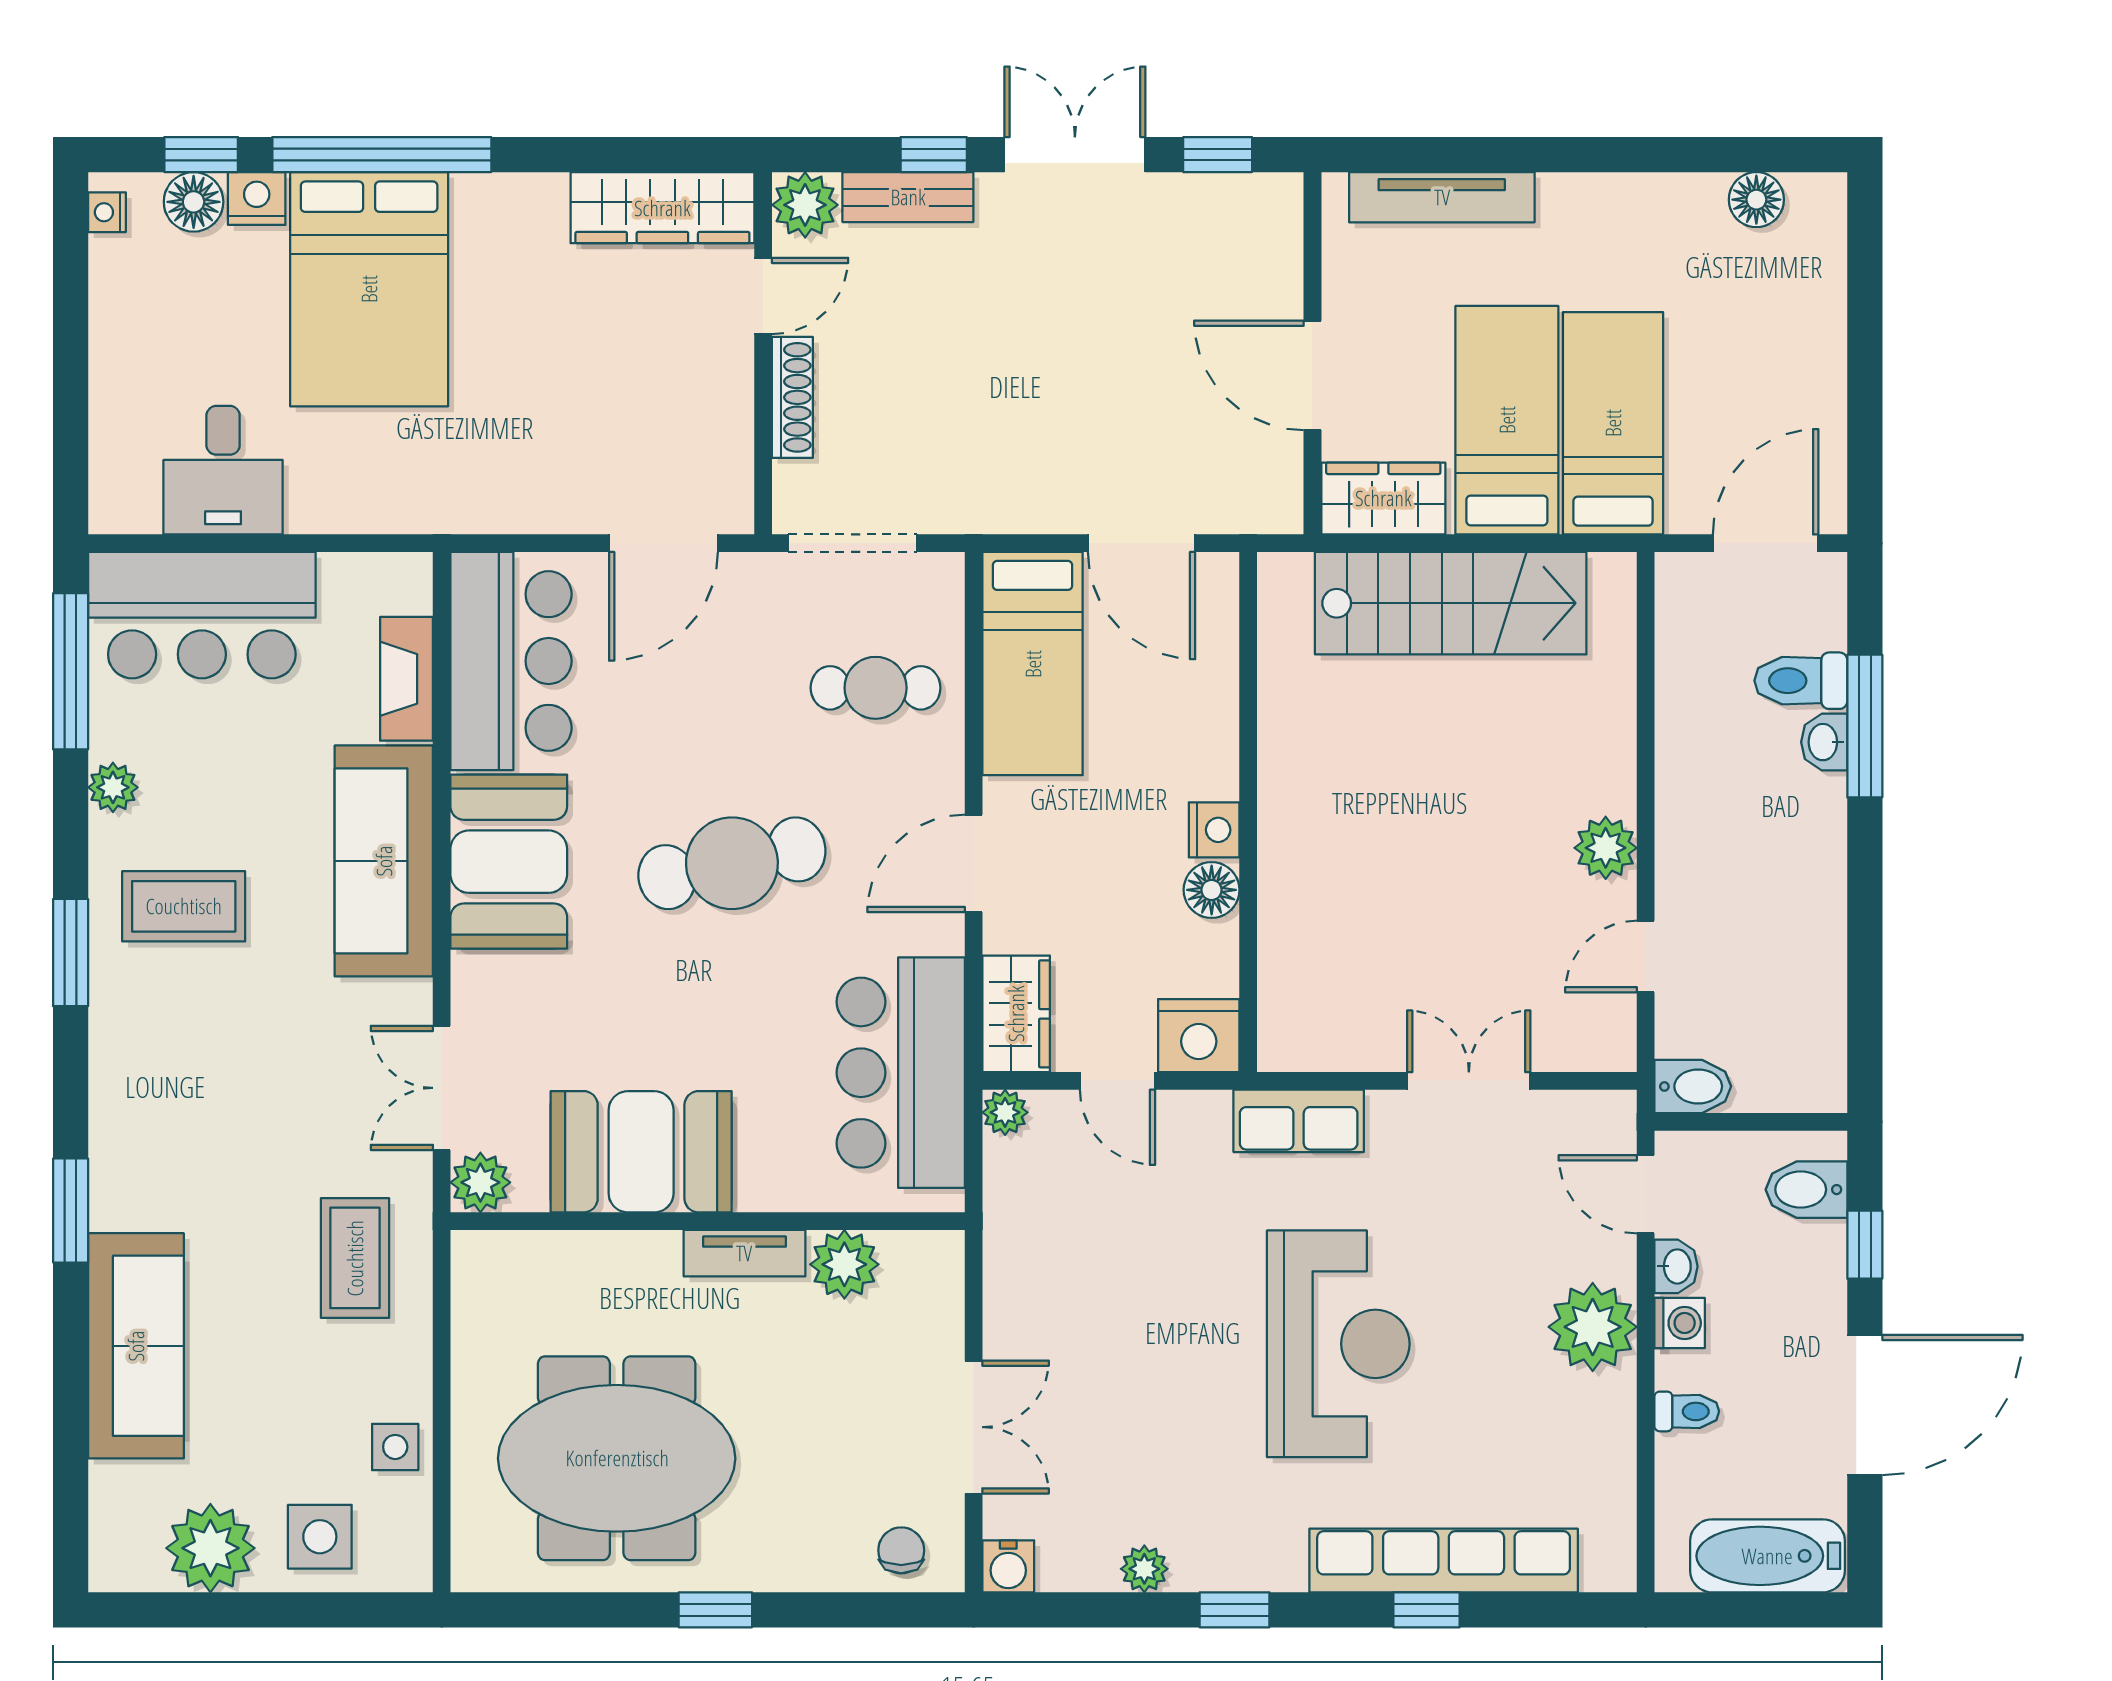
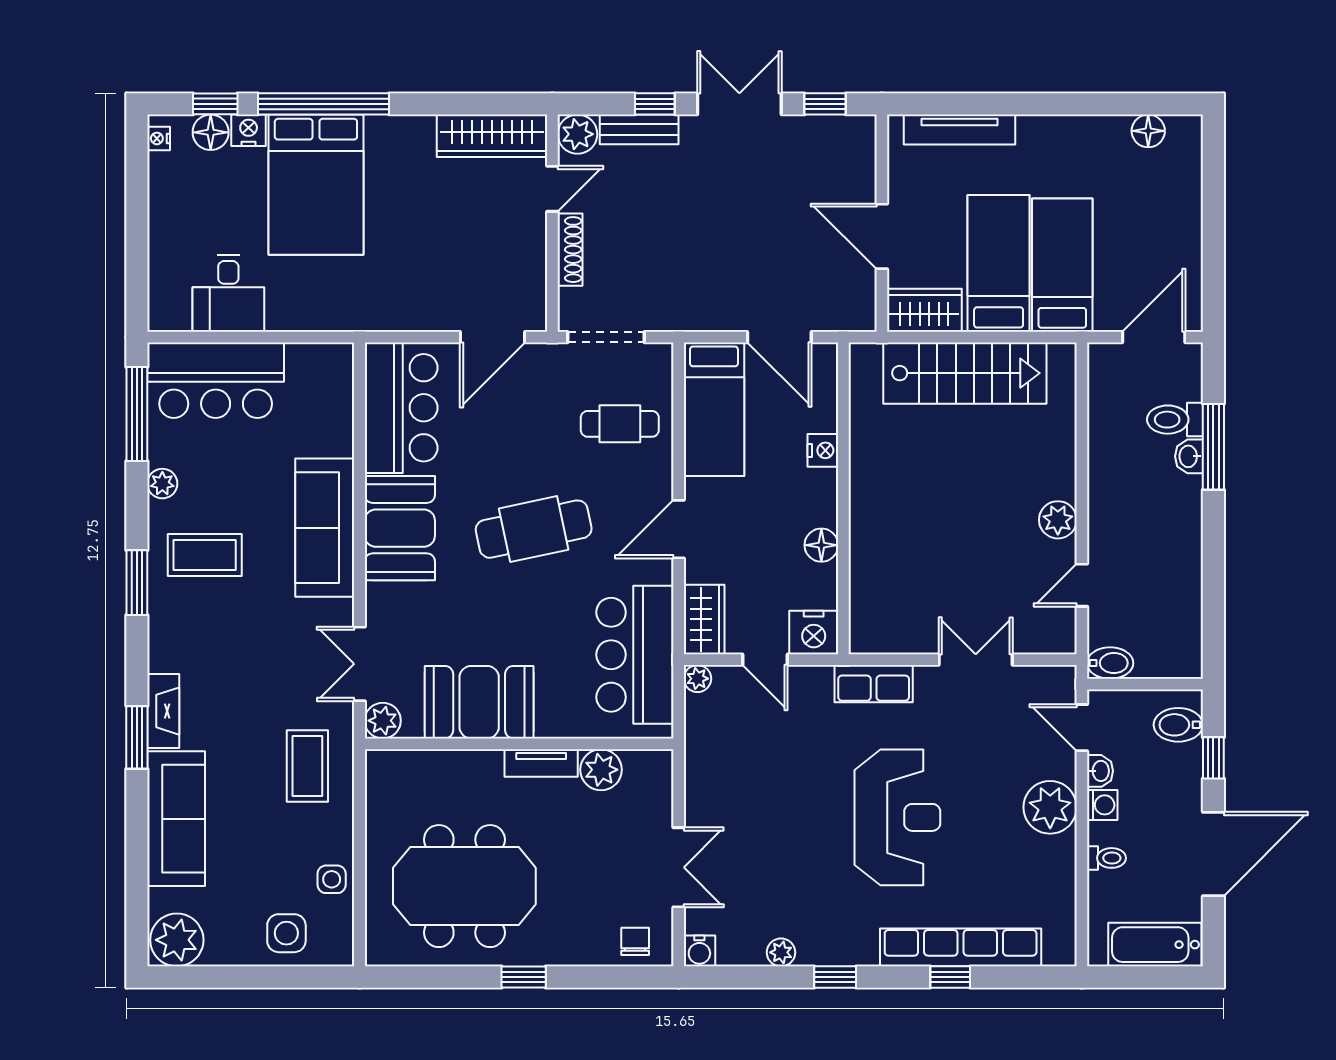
fireplace: (406, 679) -> (163, 711), moved, turned 180
nightstand: (1214, 830) -> (823, 450), moved
plant: (210, 1548) -> (177, 940), moved

